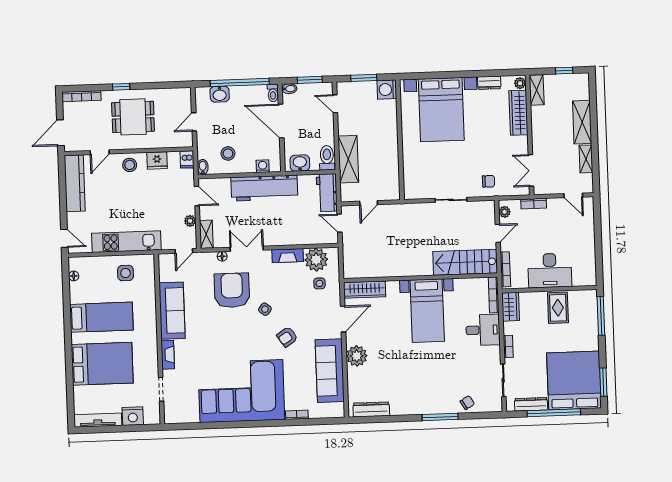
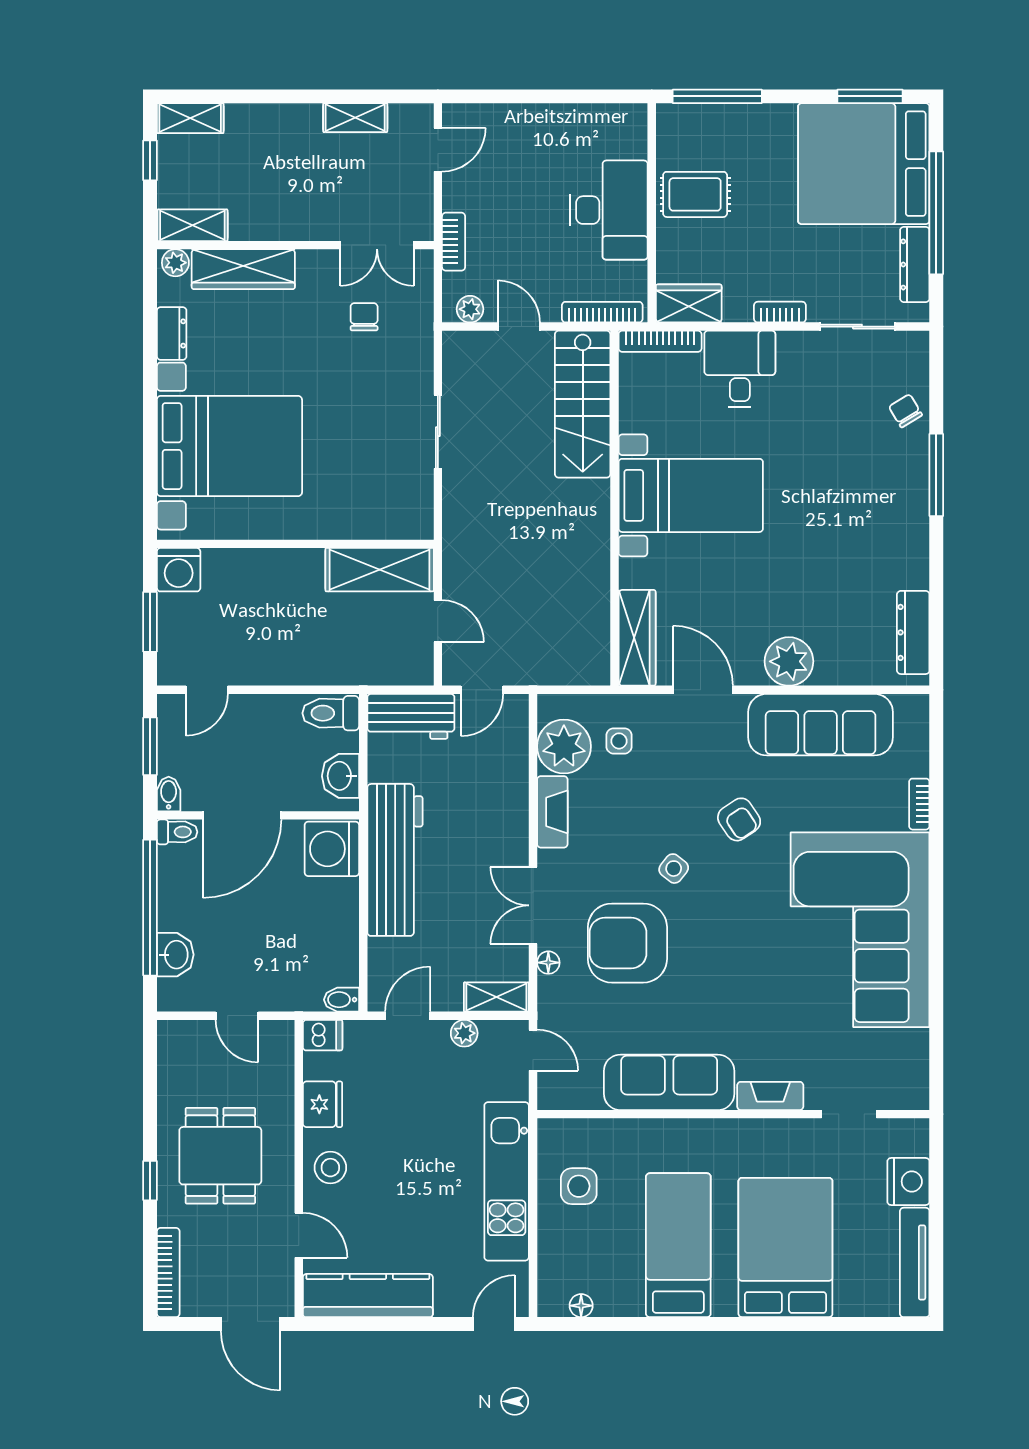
shelving: (582, 122) -> (190, 118), moved, width x0.67, depth x0.75
stool: (228, 153) -> (312, 940), removed
shelving: (348, 159) -> (380, 570), moved
washing machine: (263, 166) -> (332, 849), width x1.89, depth x1.89
chair: (488, 181) -> (364, 317), moved

